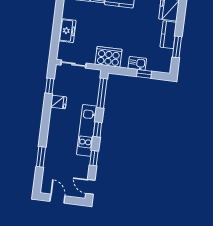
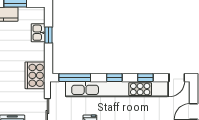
kitchen sink: (137, 63) -> (38, 33), moved
kitchen unit: (87, 130) -> (117, 89), width x1.86

